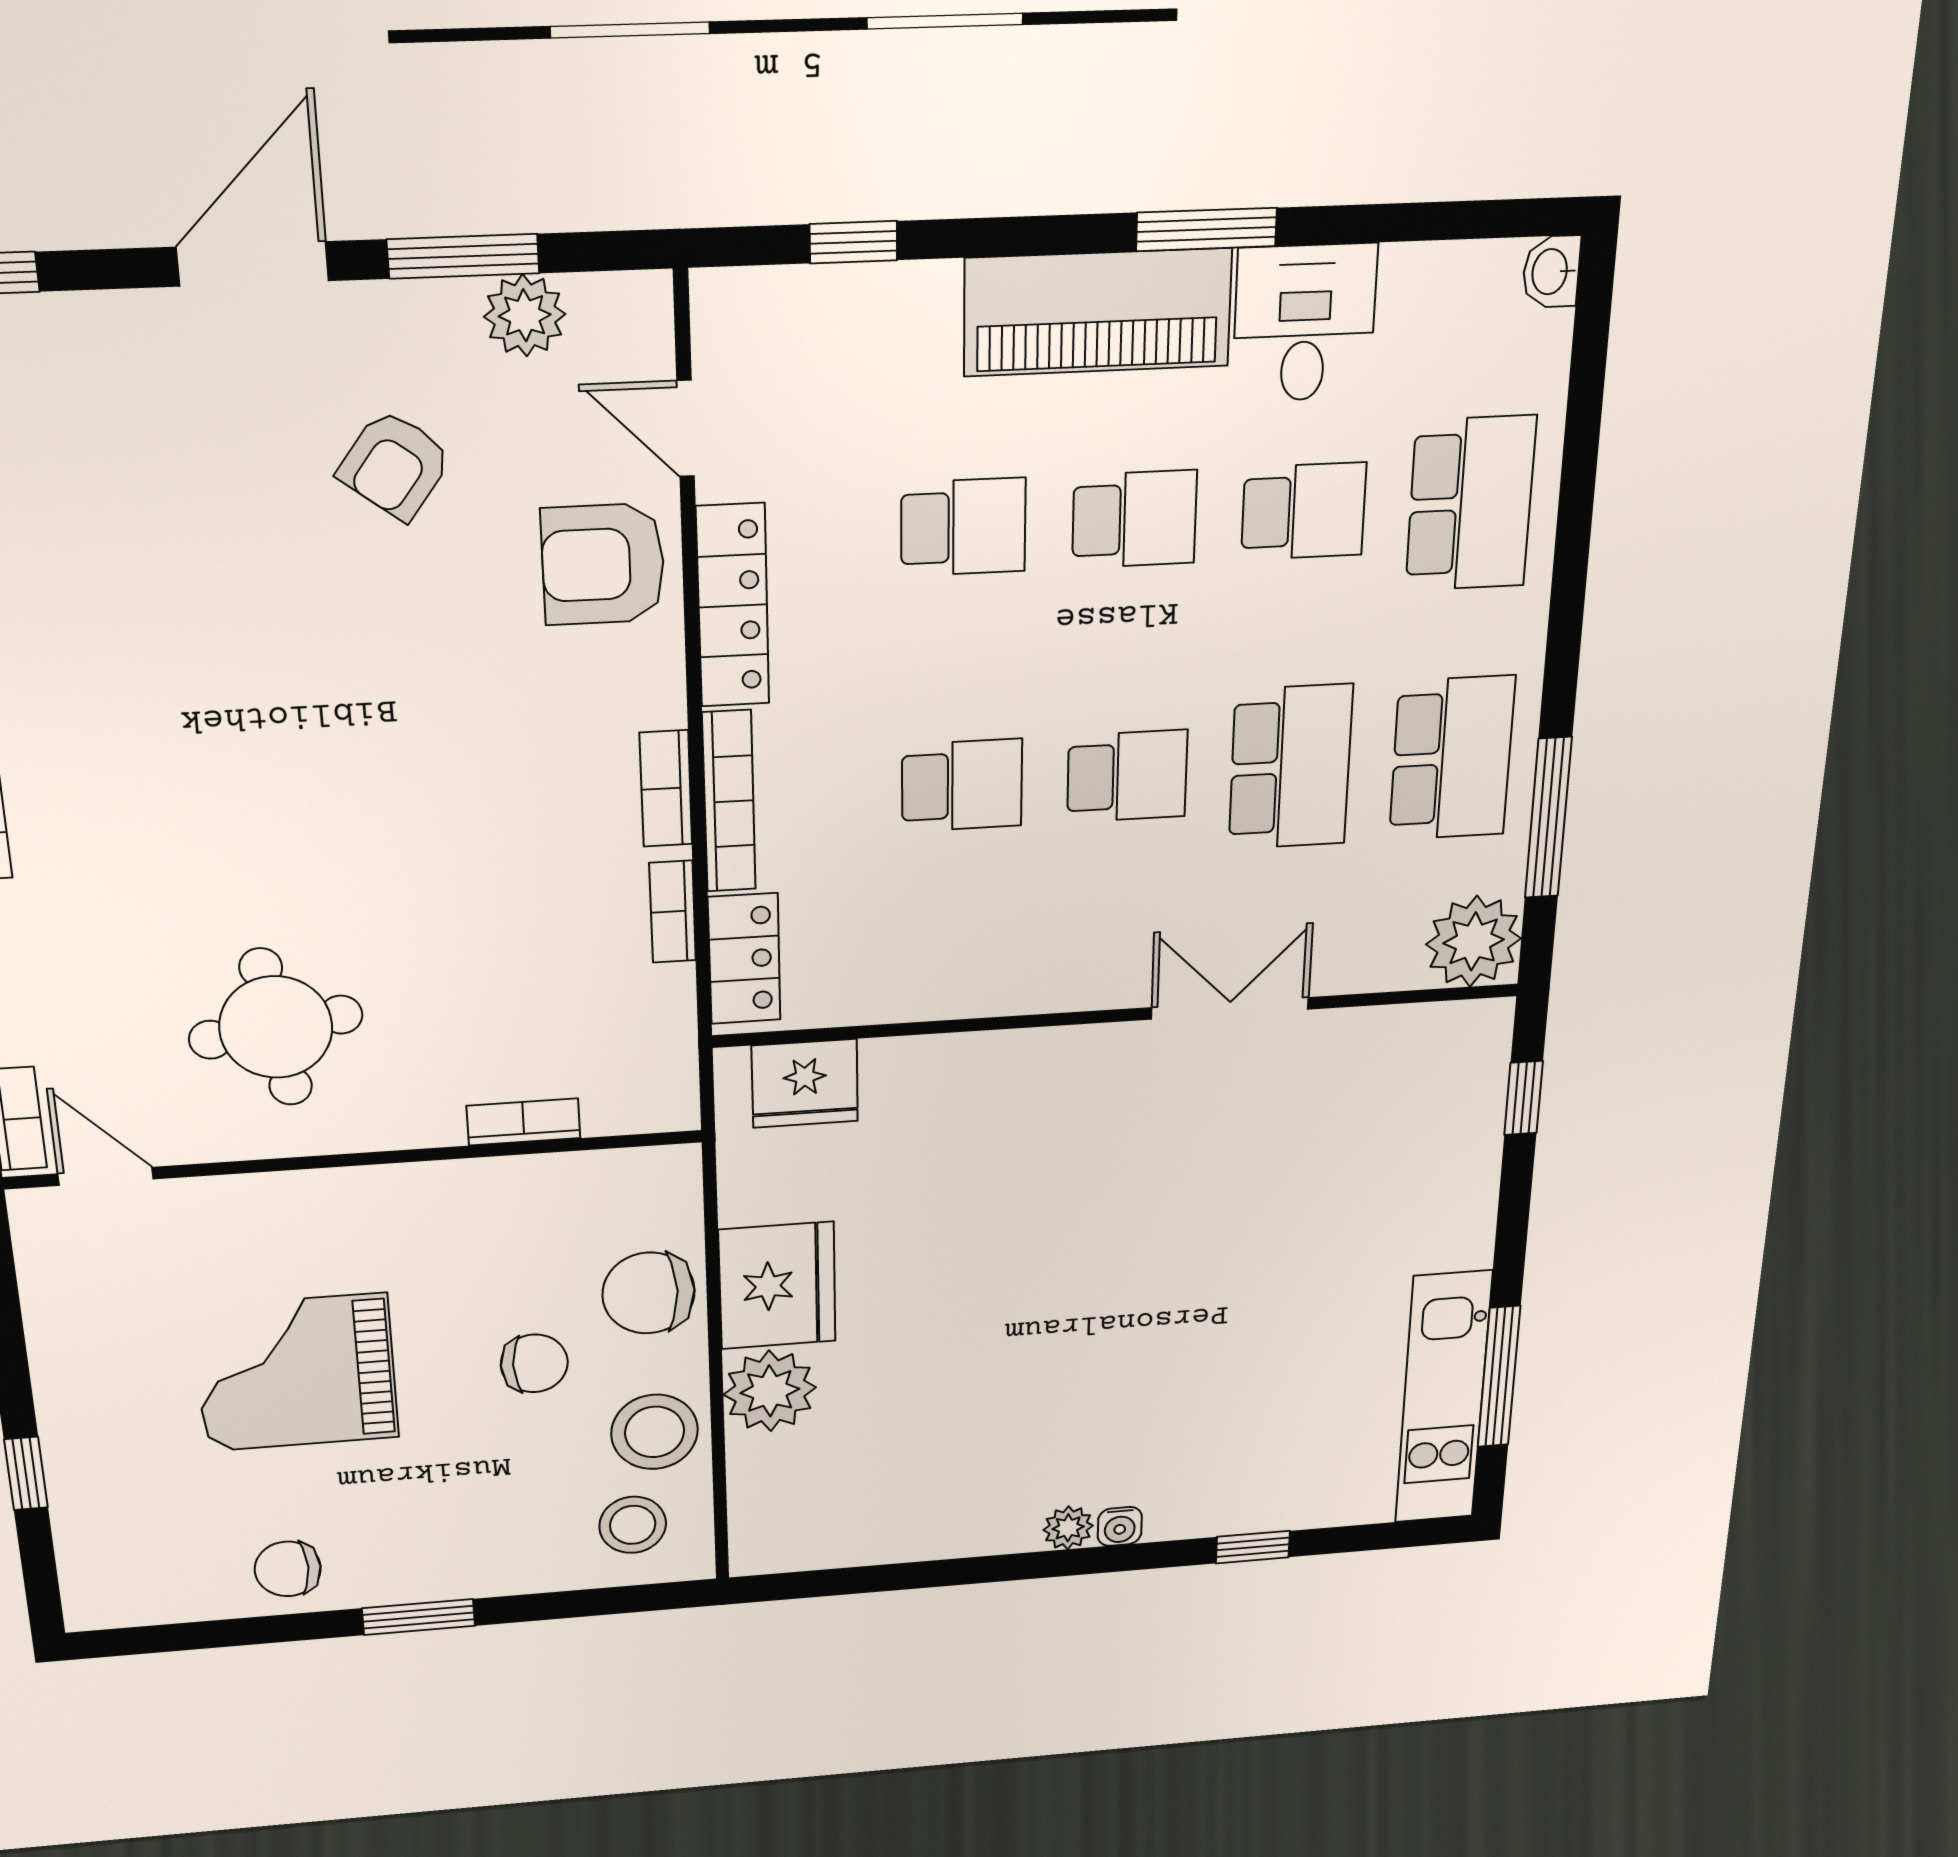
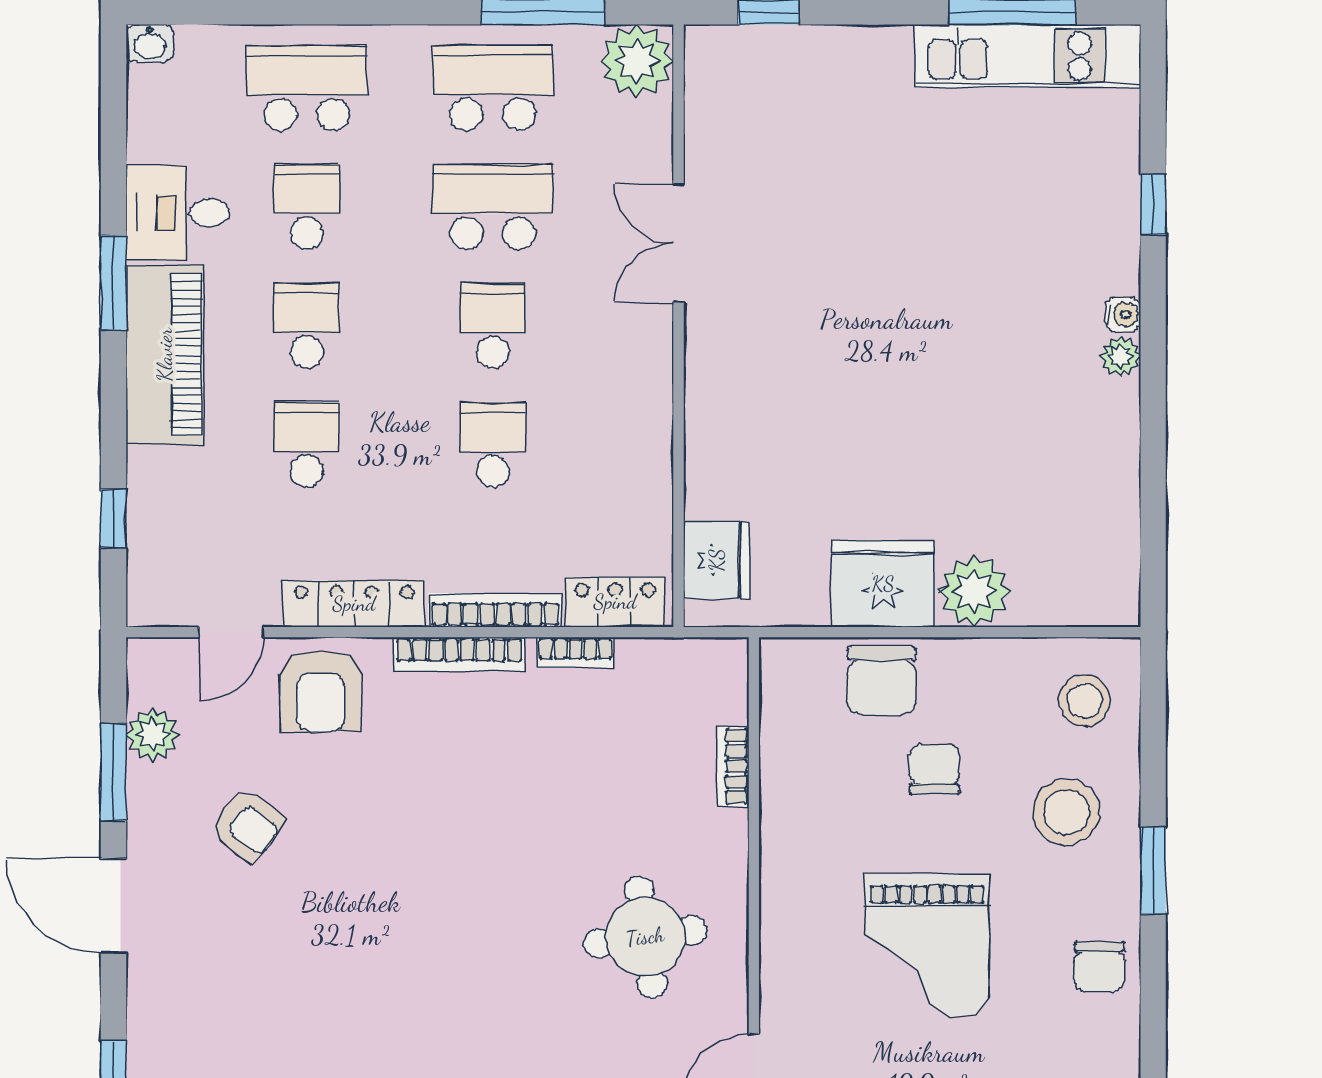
bookcase: (666, 789) -> (459, 654), width x1.56
stool: (655, 1432) -> (1066, 812), moved

